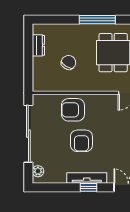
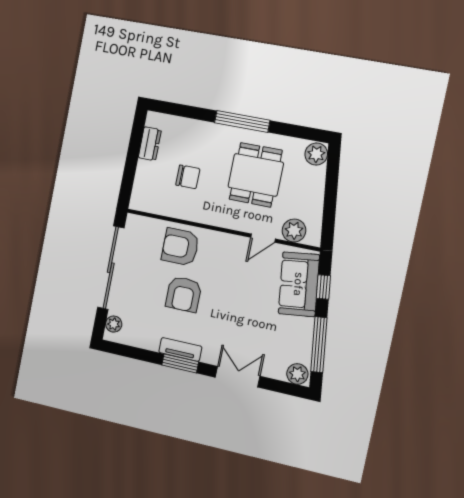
chair: (68, 62) -> (188, 177), turned 59
tv unit: (87, 178) -> (180, 349), width x0.71
window: (89, 187) -> (180, 363), width x1.50

